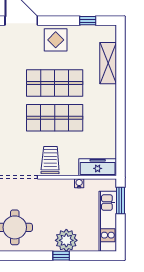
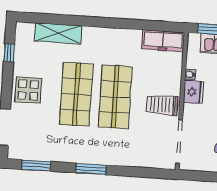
freezer: (98, 167) -> (163, 41), moved, turned -90
fridge: (64, 187) -> (193, 92), added

